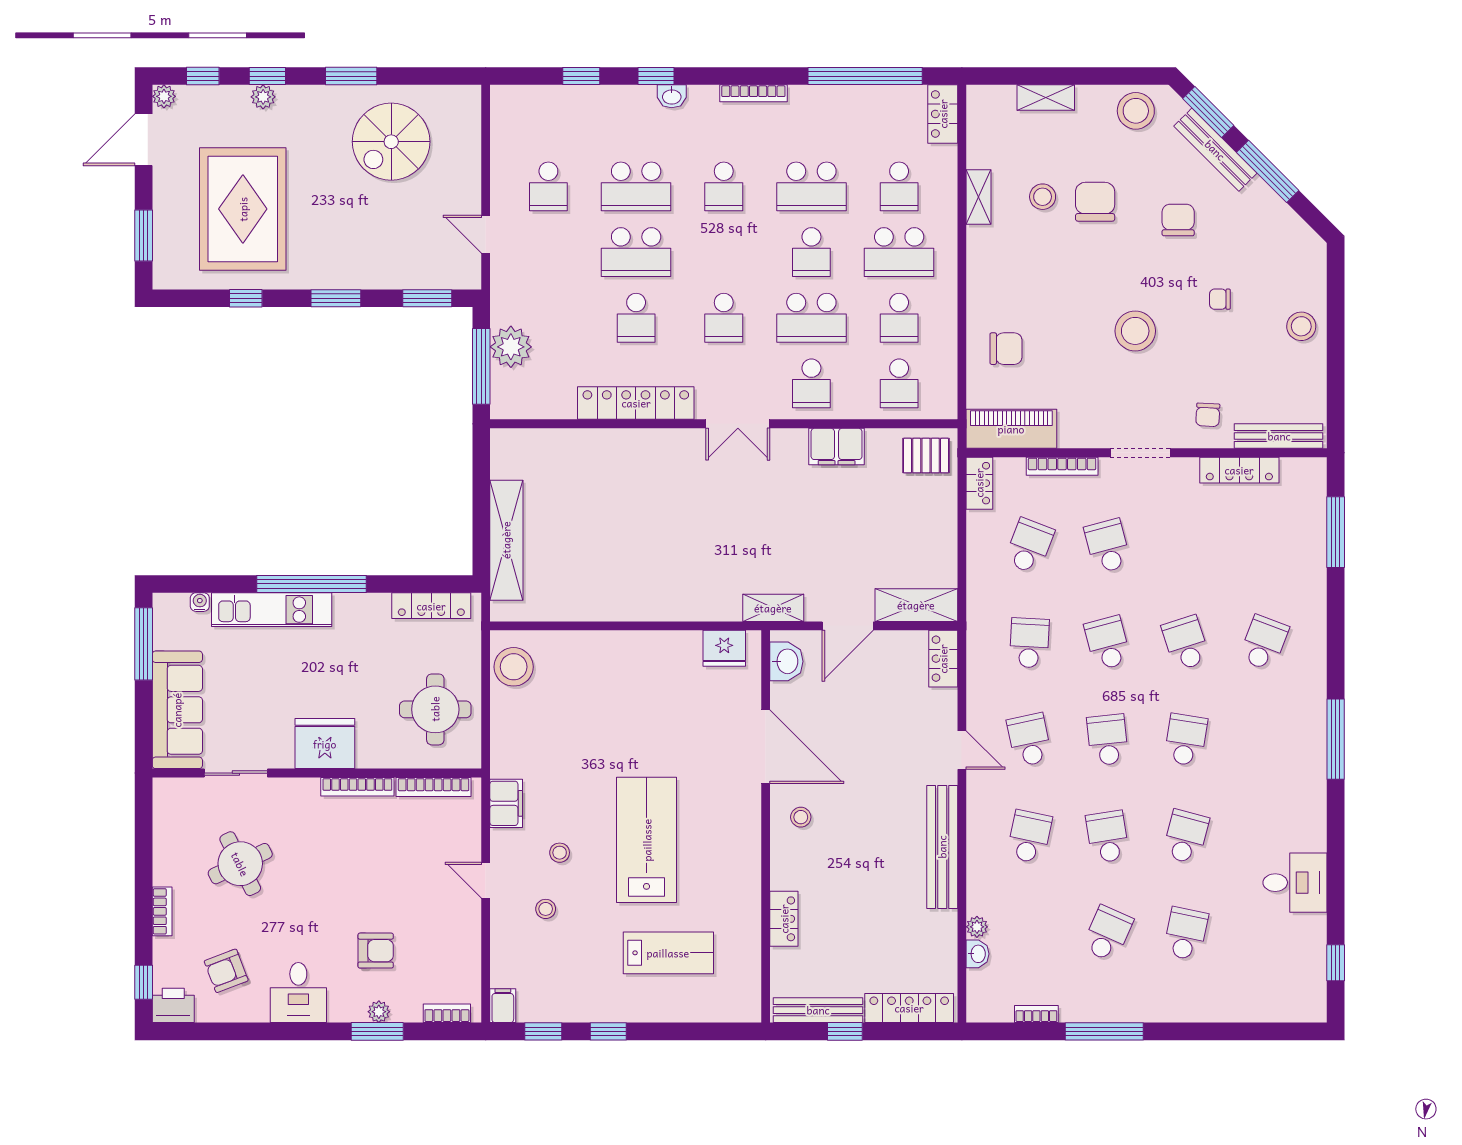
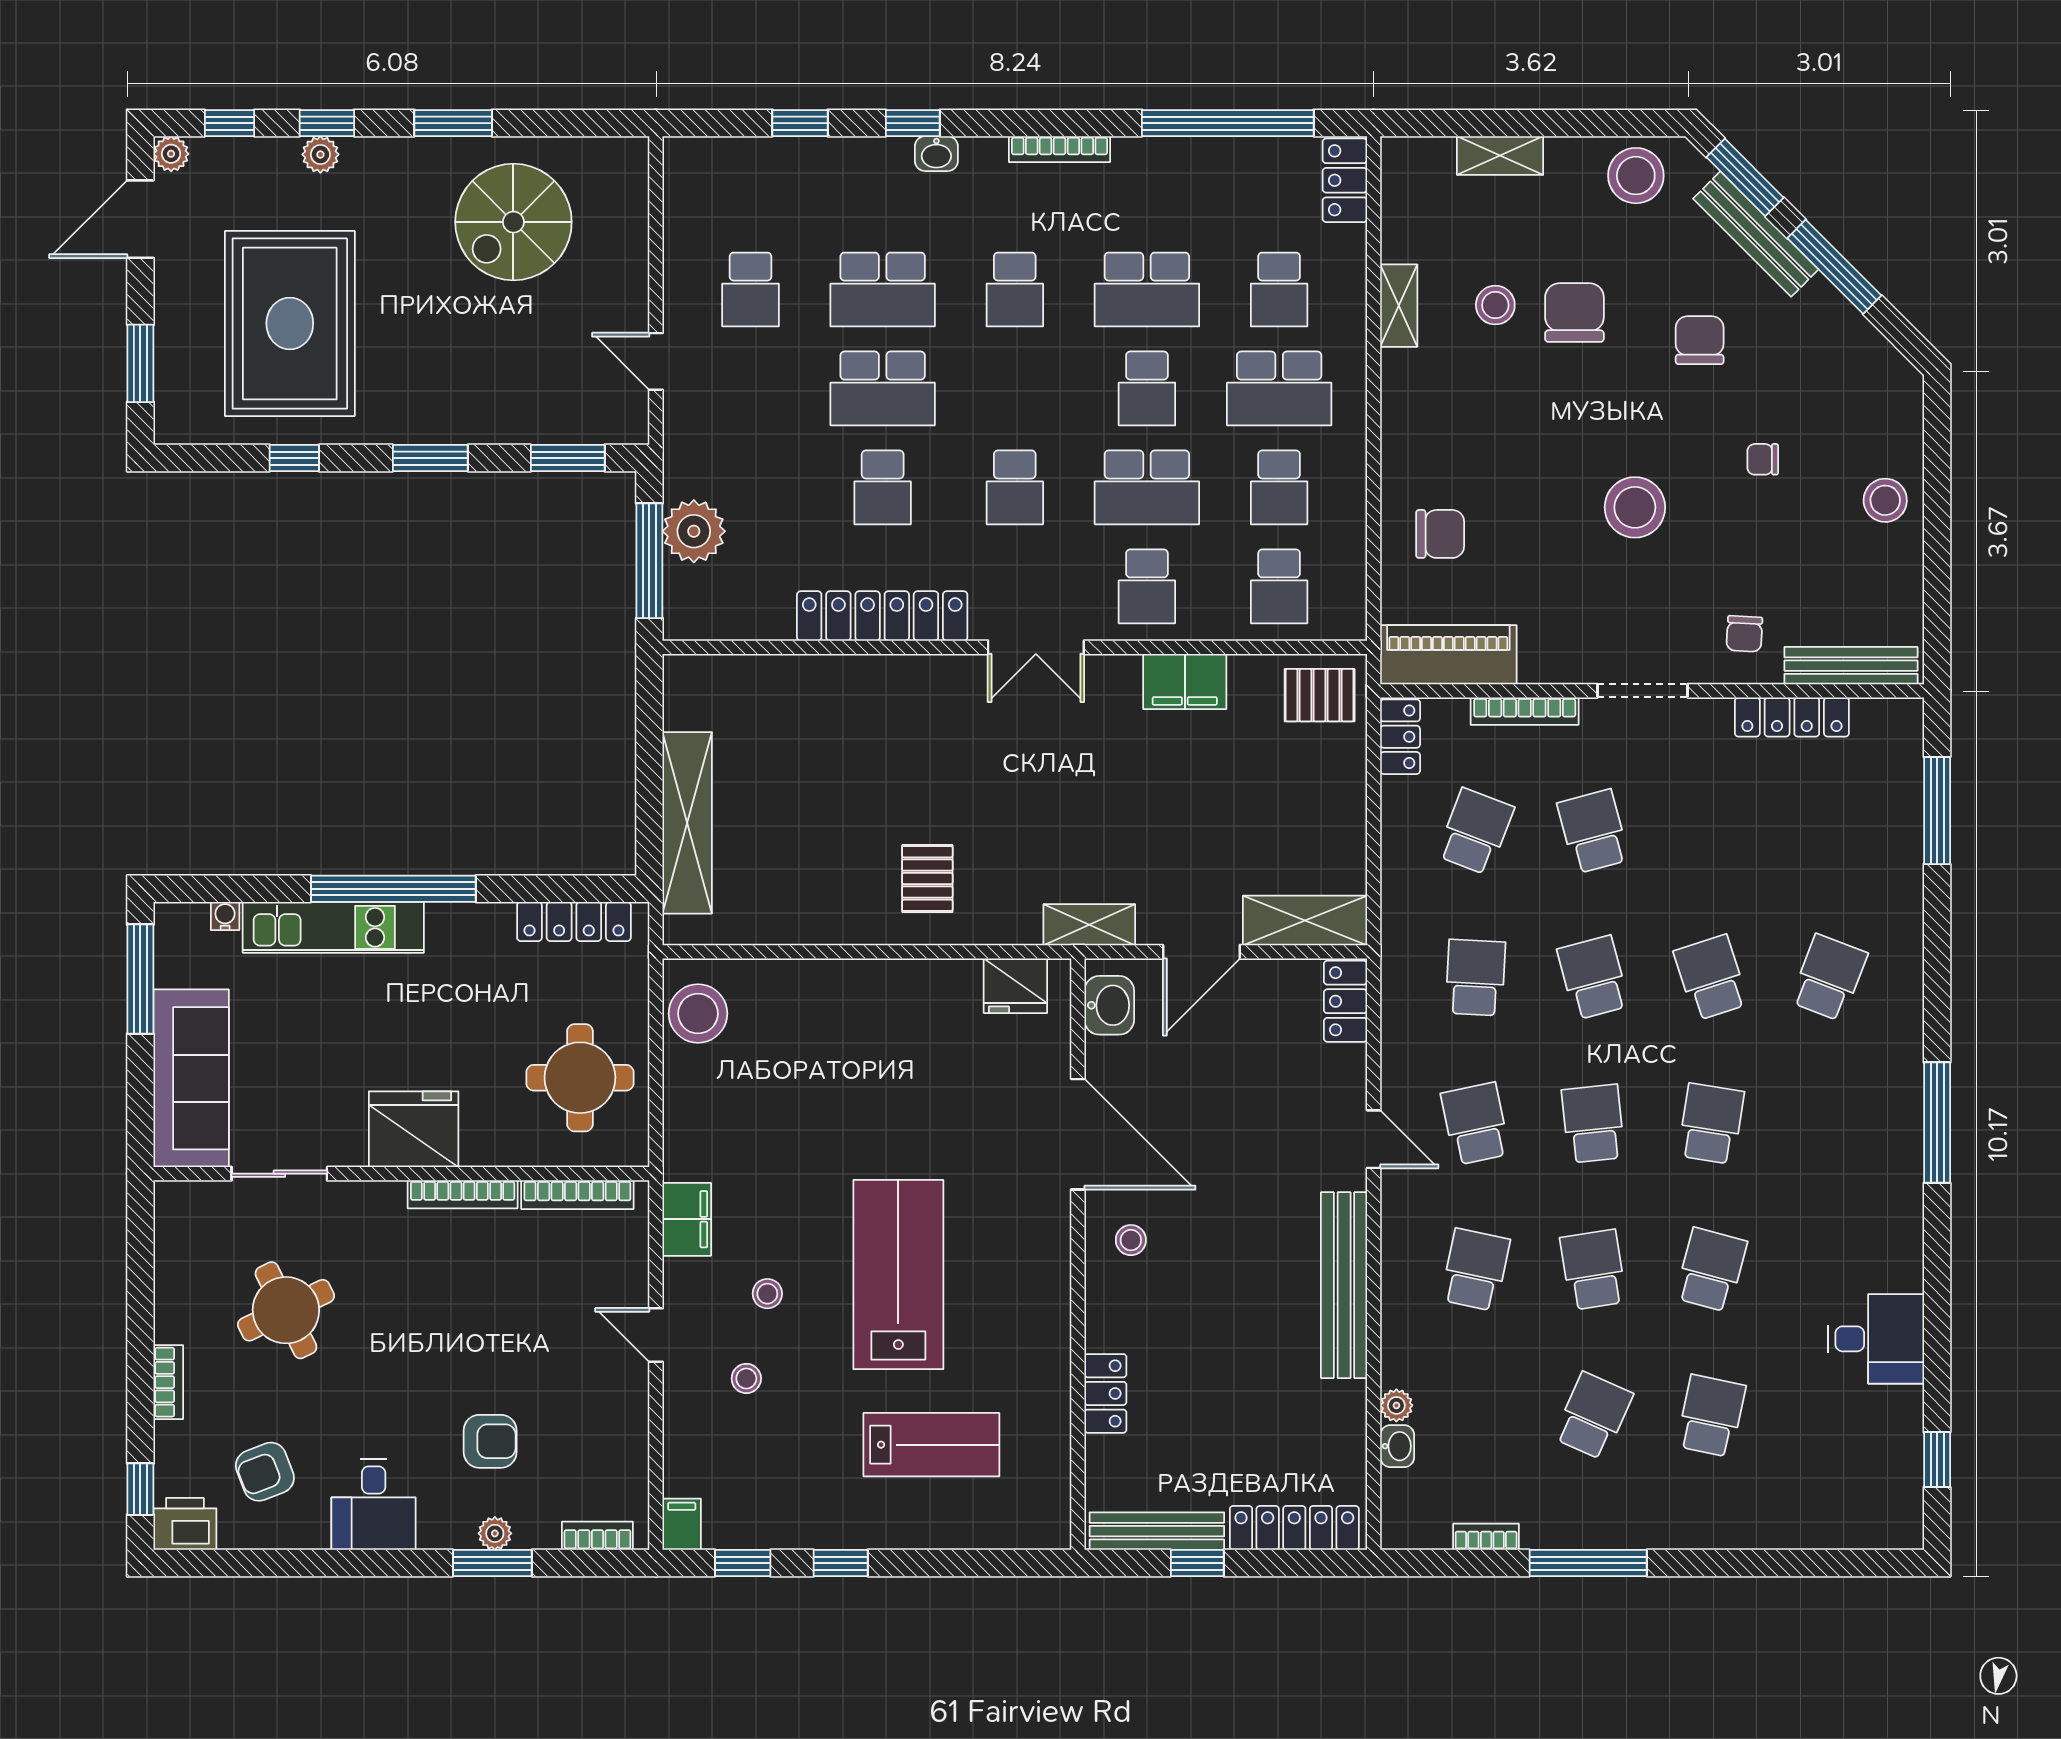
pallet: (666, 577) -> (927, 879), added

